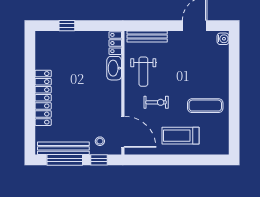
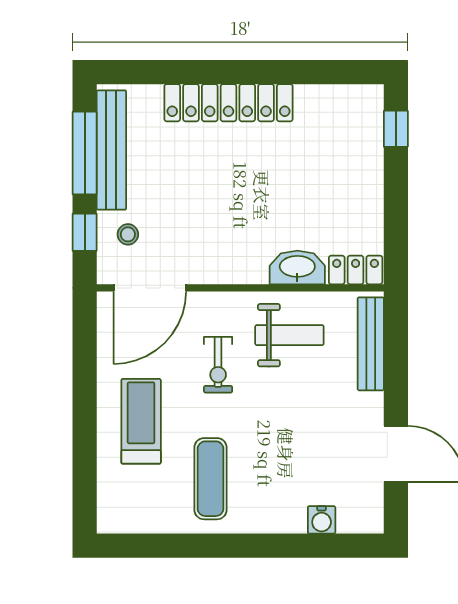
window: (67, 26) -> (396, 129), moved
water cooler: (223, 39) -> (322, 520), moved
weight bench: (143, 72) -> (289, 335), turned 180

